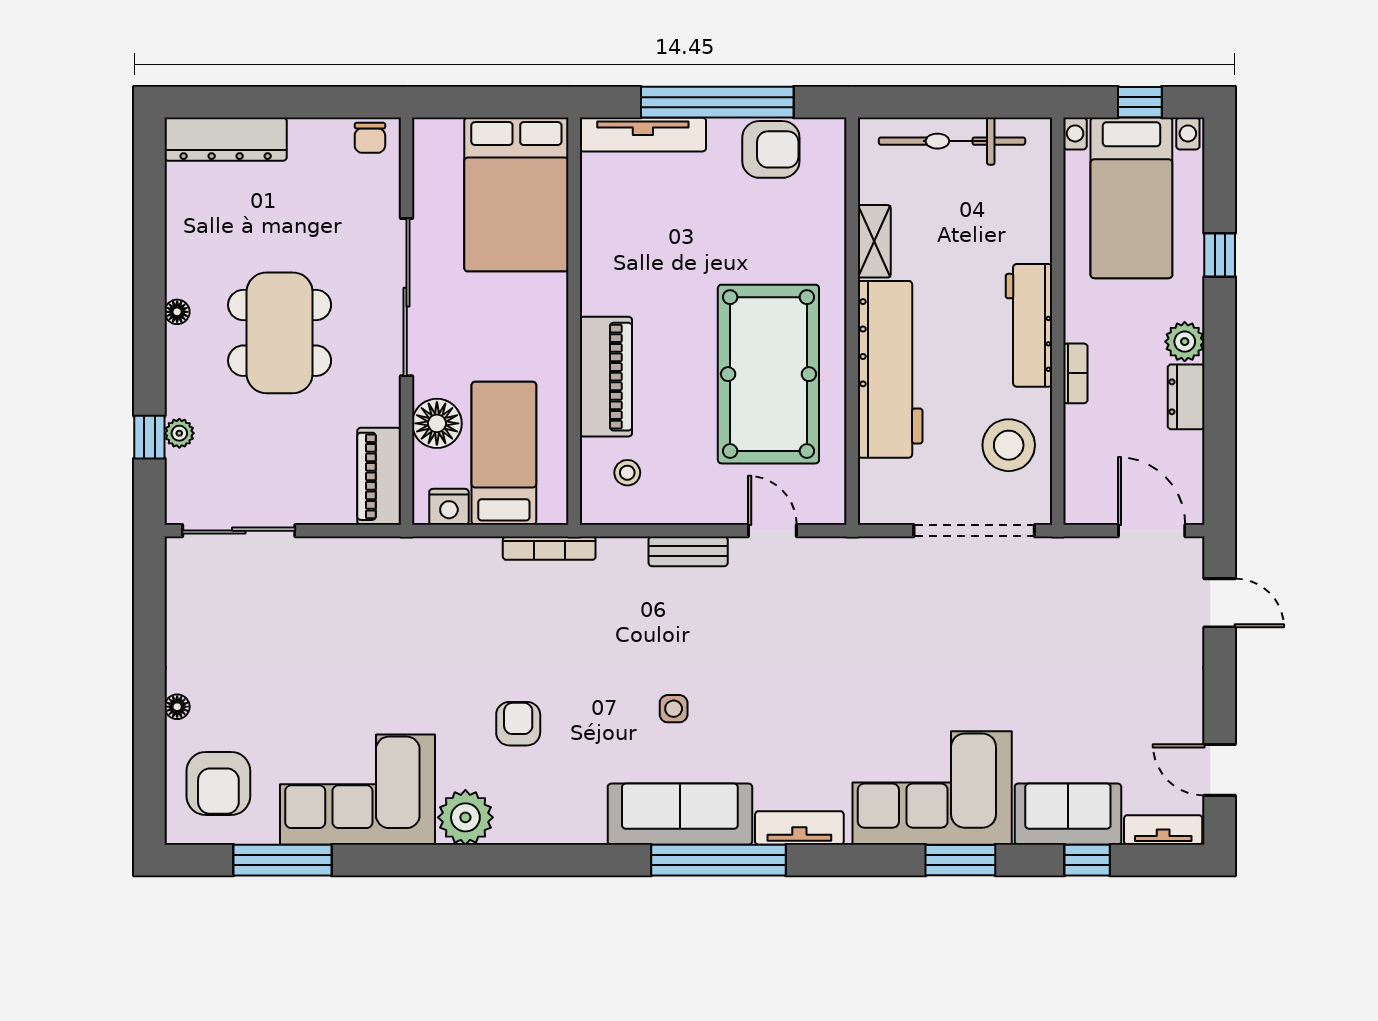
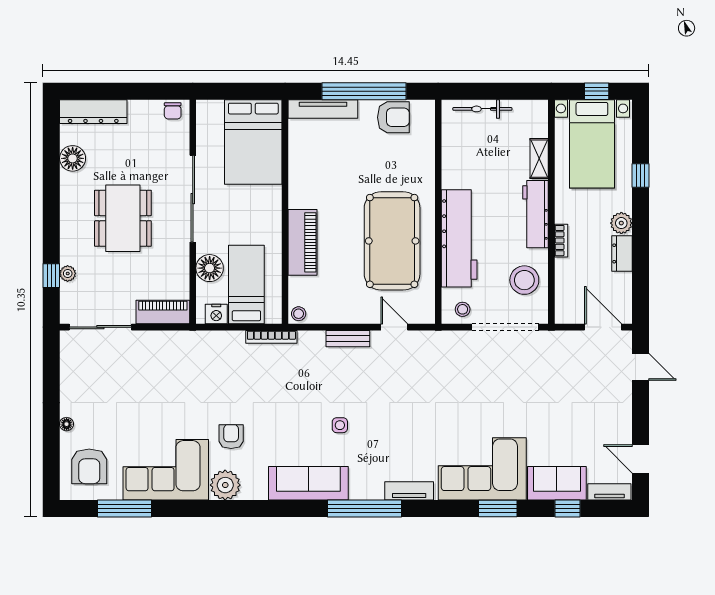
bicycle: (952, 141) -> (482, 109), width x0.73, depth x0.71
shelving: (874, 241) -> (539, 159), moved
floor lamp: (177, 312) -> (73, 158), moved, width x1.89, depth x1.89
stool: (627, 473) -> (299, 314), moved
piano: (379, 476) -> (163, 312), moved, turned 90
stool: (896, 498) -> (463, 309), added
armchair: (518, 724) -> (231, 437), moved
sofa: (680, 814) -> (308, 483), moved

